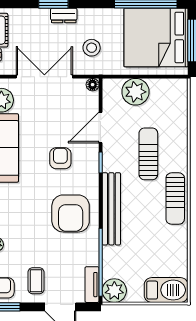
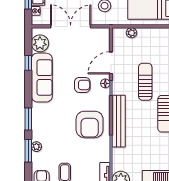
floor lamp: (93, 85) -> (105, 83), moved
plant: (135, 92) -> (131, 33), width x0.53, depth x0.53
armchair: (60, 158) -> (82, 85), turned 90

